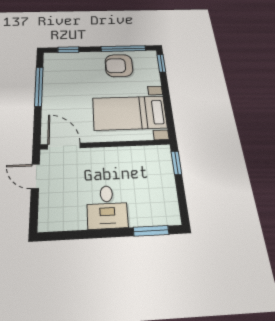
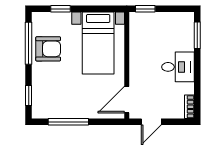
window: (161, 63) -> (60, 9), moved
armchair: (119, 66) -> (48, 49), turned -90
bookcase: (54, 225) -> (189, 107), added

